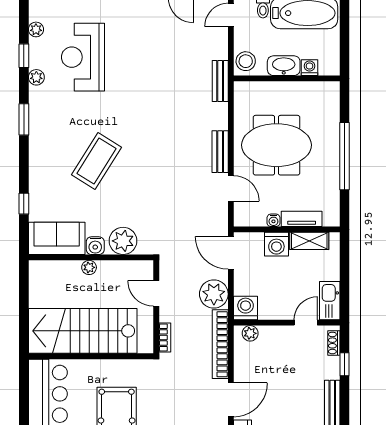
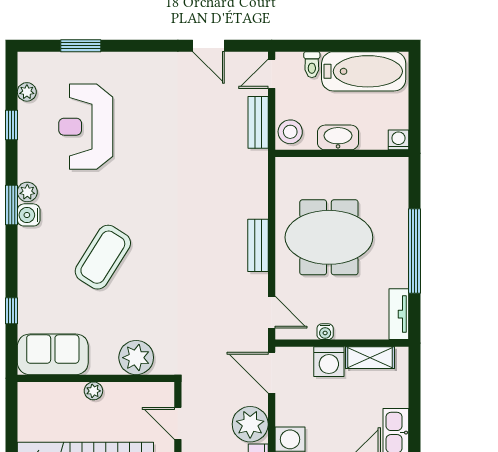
washing machine: (309, 68) -> (398, 140), moved
plant: (36, 77) -> (27, 192), moved
bench: (220, 81) -> (258, 122), moved
door: (231, 188) -> (272, 312), moved
tv unit: (302, 219) -> (399, 314), moved, turned -90
water cooler: (95, 246) -> (29, 215), moved, turned 90

